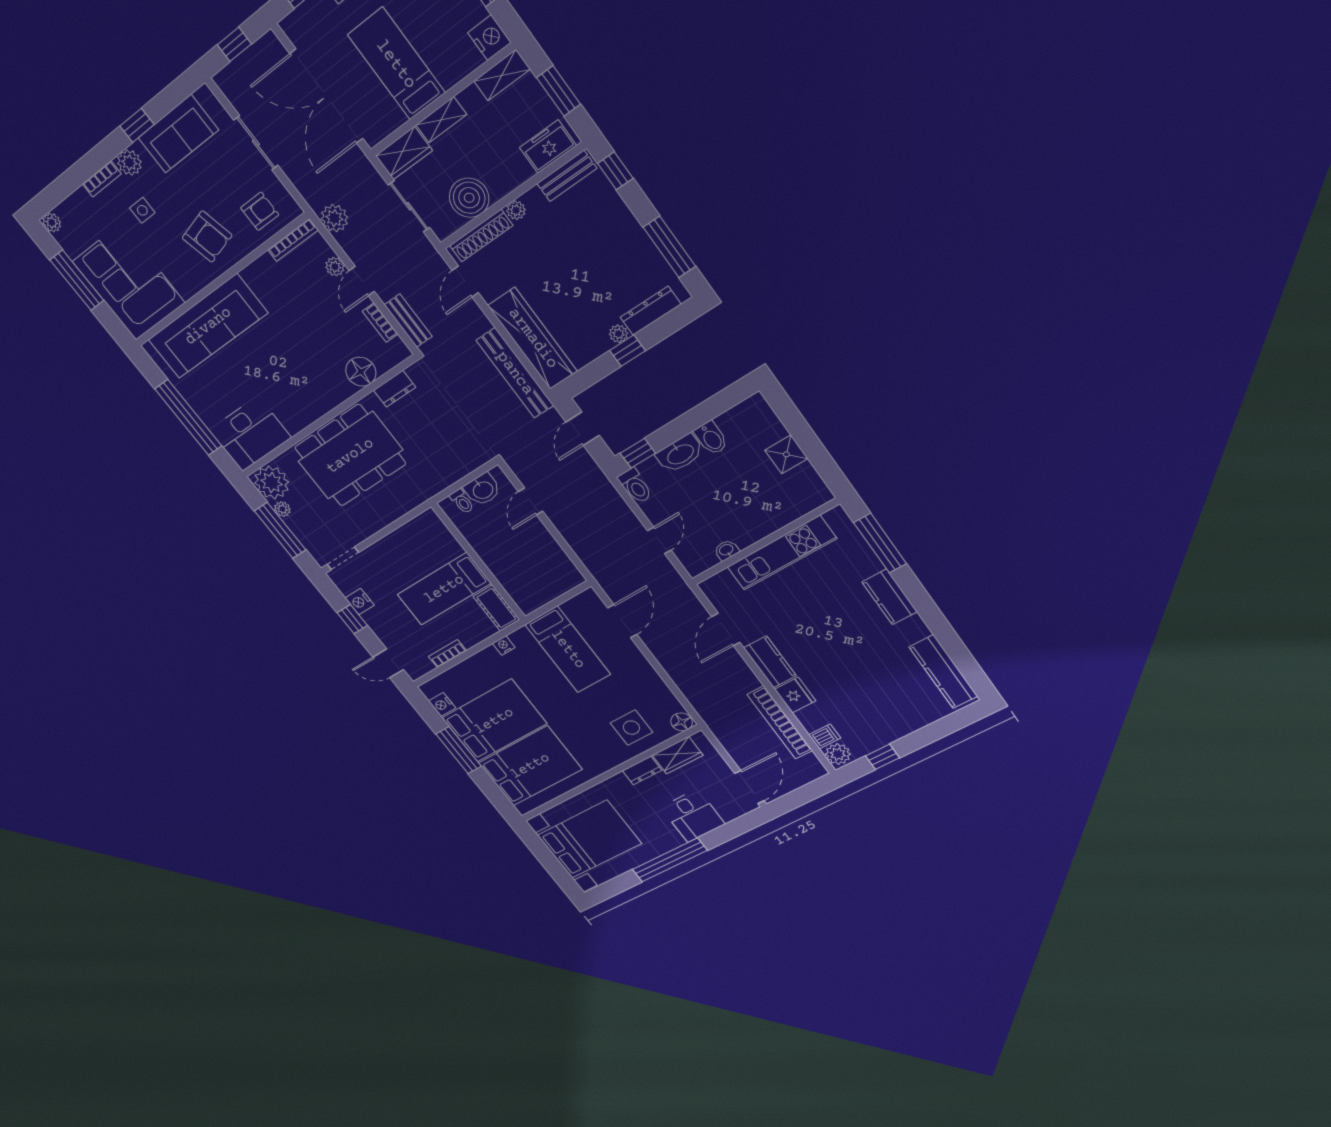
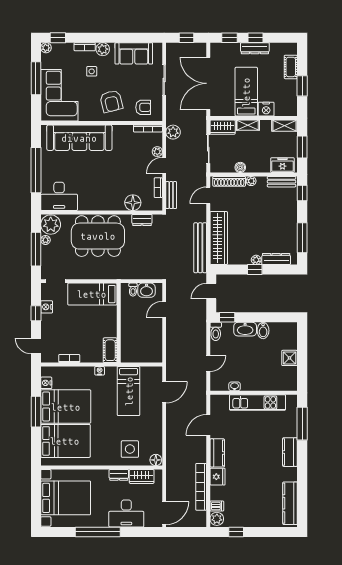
nightstand: (489, 38) -> (266, 109), moved, turned 90
window: (137, 125) -> (58, 38), moved
boiler: (469, 198) -> (240, 167), width x0.54, depth x0.54
bed: (444, 589) -> (92, 294), moved
desk: (693, 816) -> (126, 513), width x1.37

